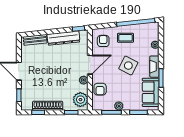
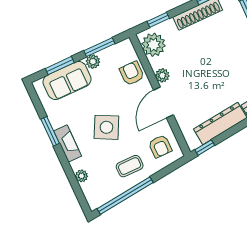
sofa: (151, 92) -> (67, 81), moved, turned 90

